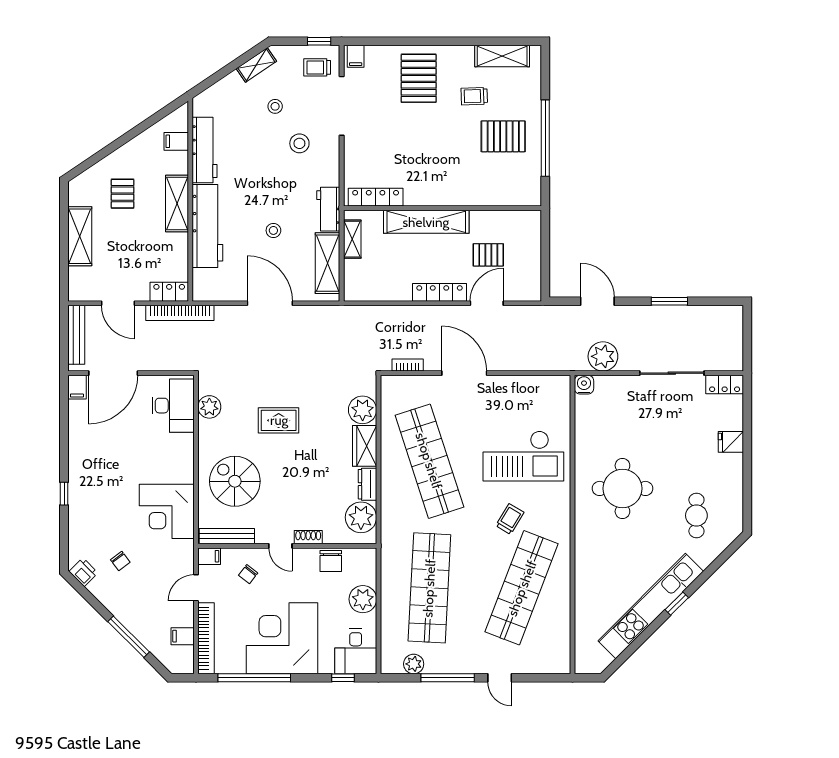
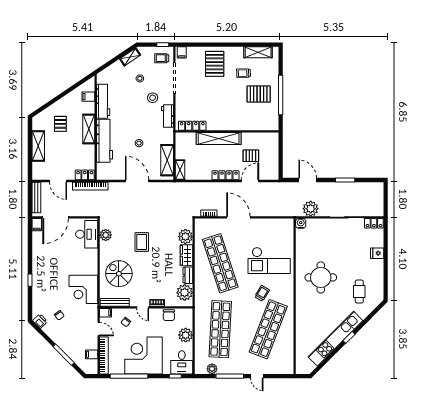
workbench: (328, 209) -> (168, 116), moved
shelving: (352, 239) -> (180, 170), moved
rug: (279, 420) -> (142, 242), turned 90
door: (196, 588) -> (99, 329), swing flipped

